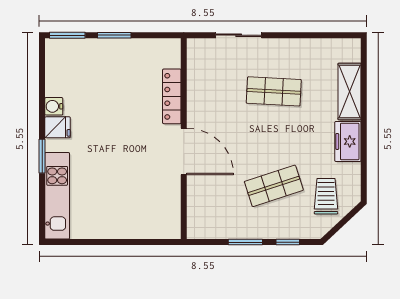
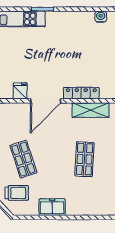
shelving: (350, 91) -> (90, 110), moved
water cooler: (54, 106) -> (101, 17), moved
fridge: (58, 127) -> (20, 91), moved, turned 180

